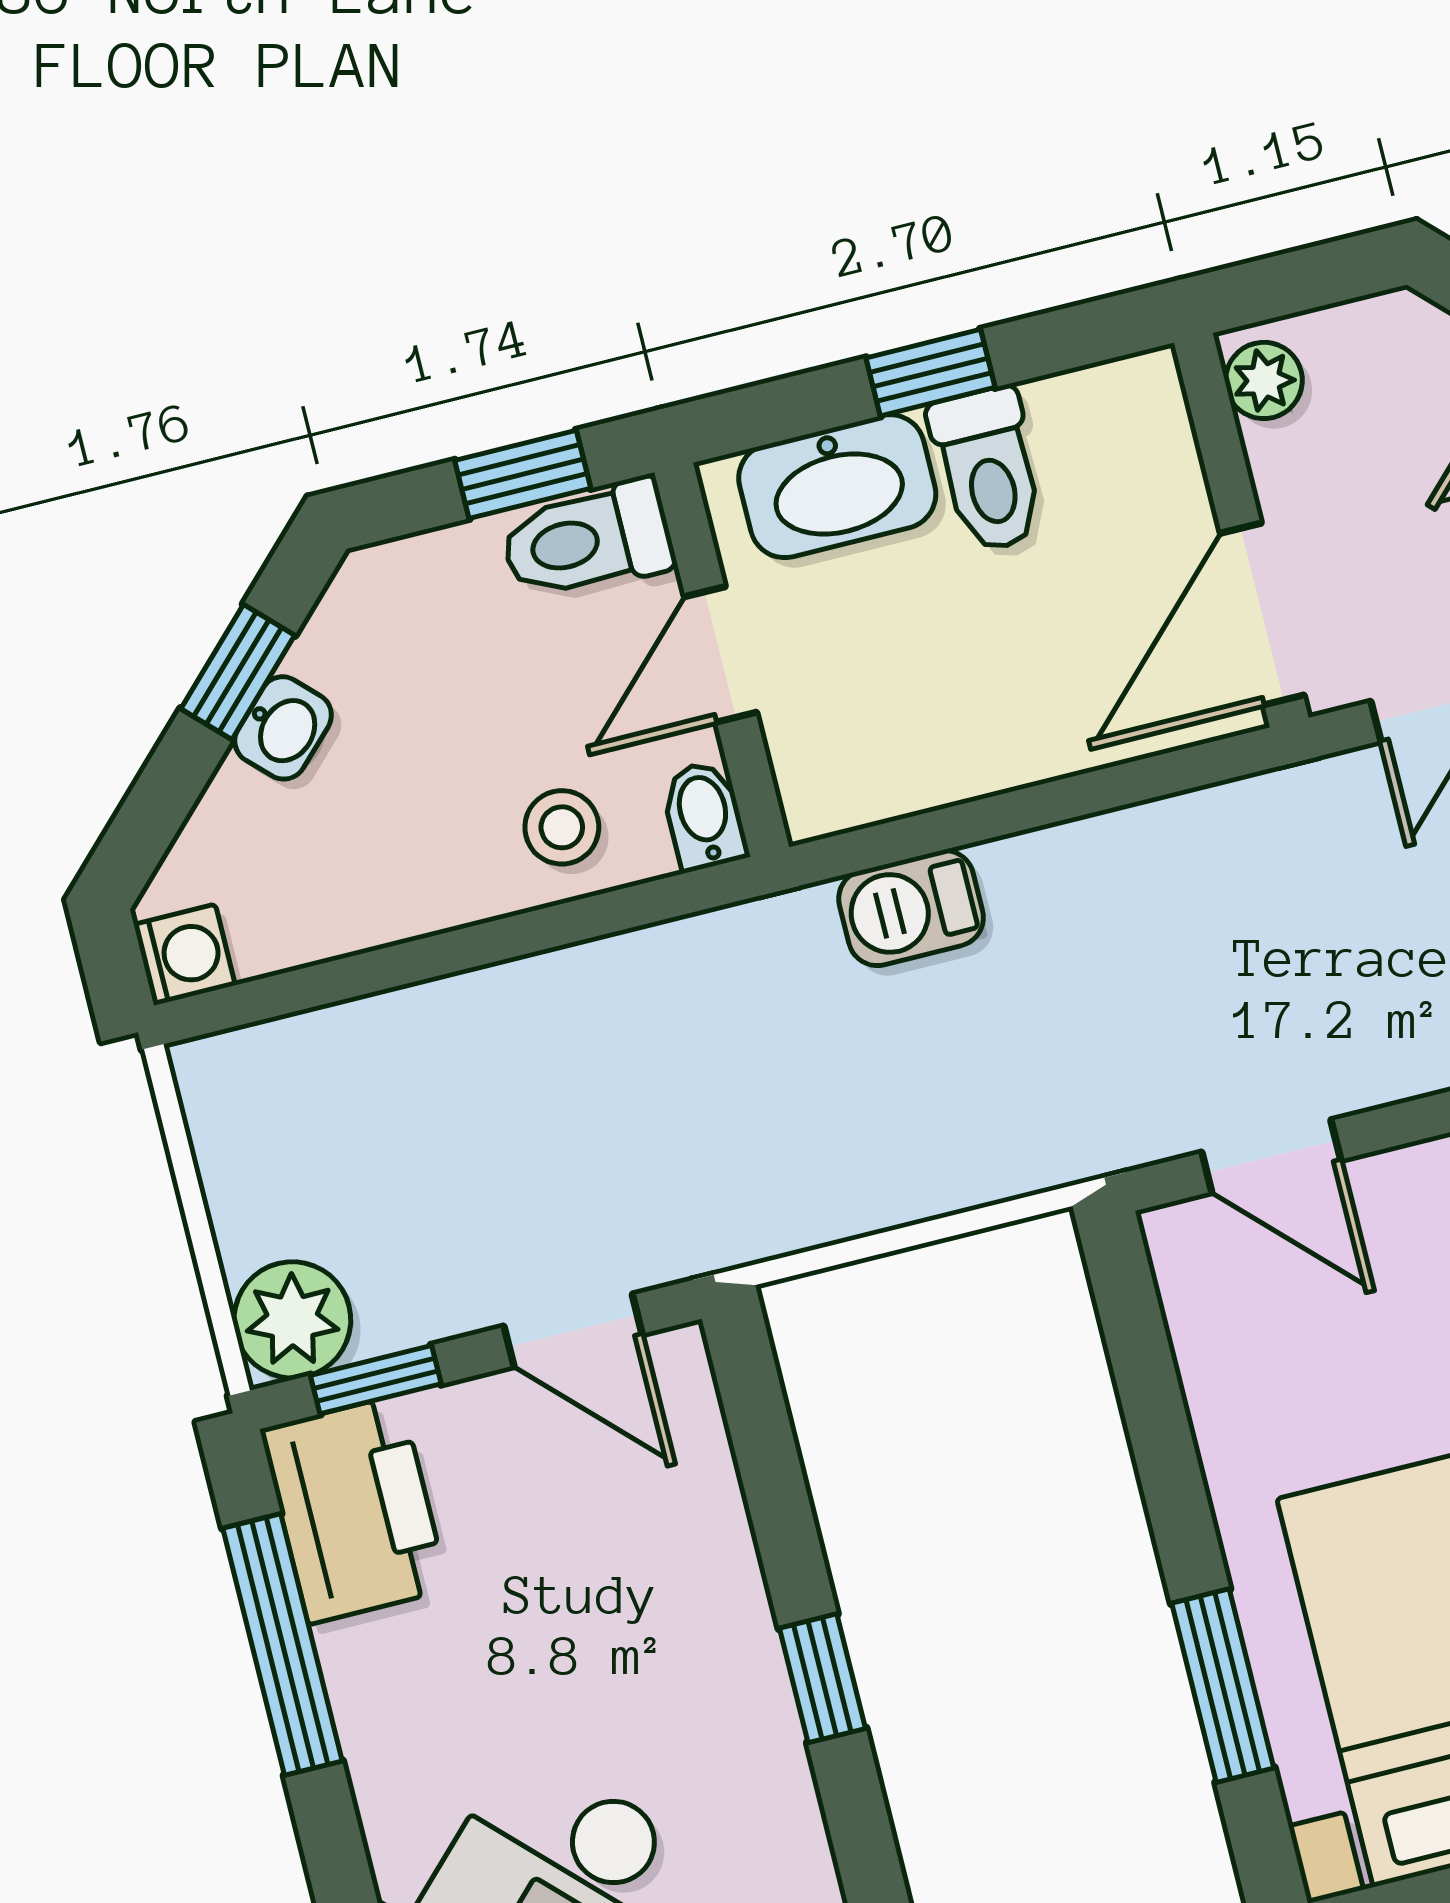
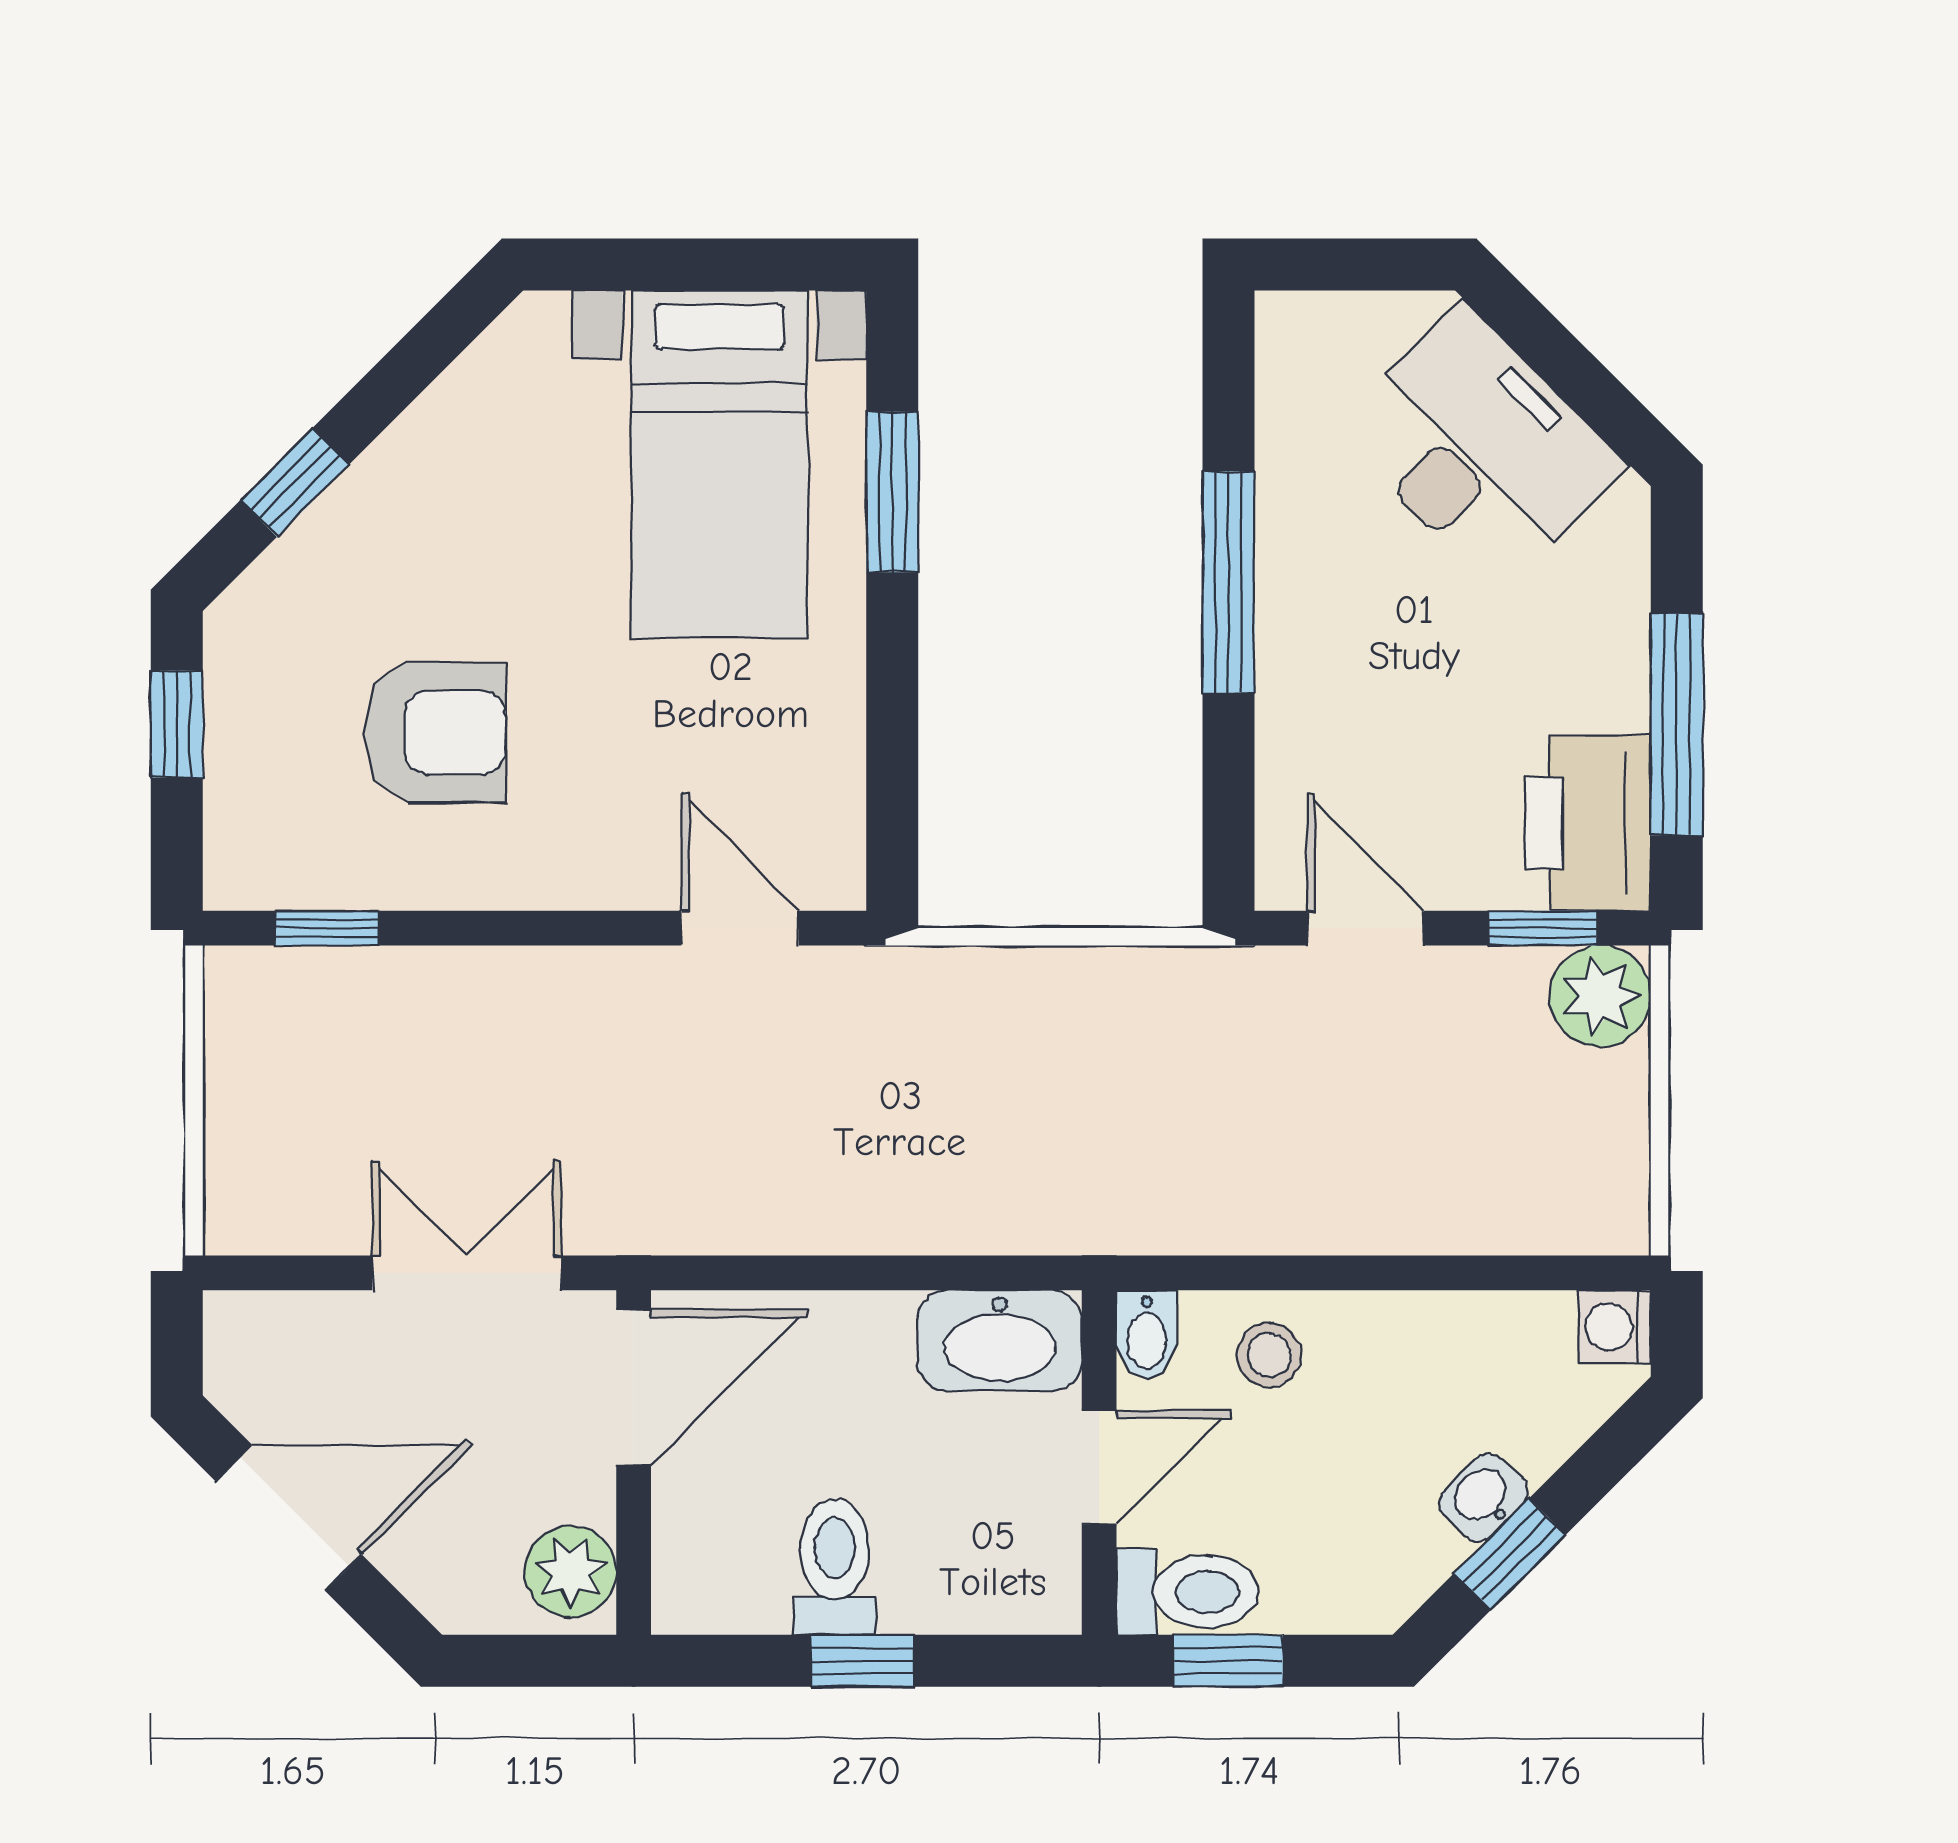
plant: (1264, 380) -> (571, 1572), width x1.38, depth x1.38
washbasin: (837, 486) -> (1000, 1340), moved, turned 180
barbecue: (911, 908) -> (992, 1213), removed
window: (822, 1678) -> (1228, 582), width x2.17

